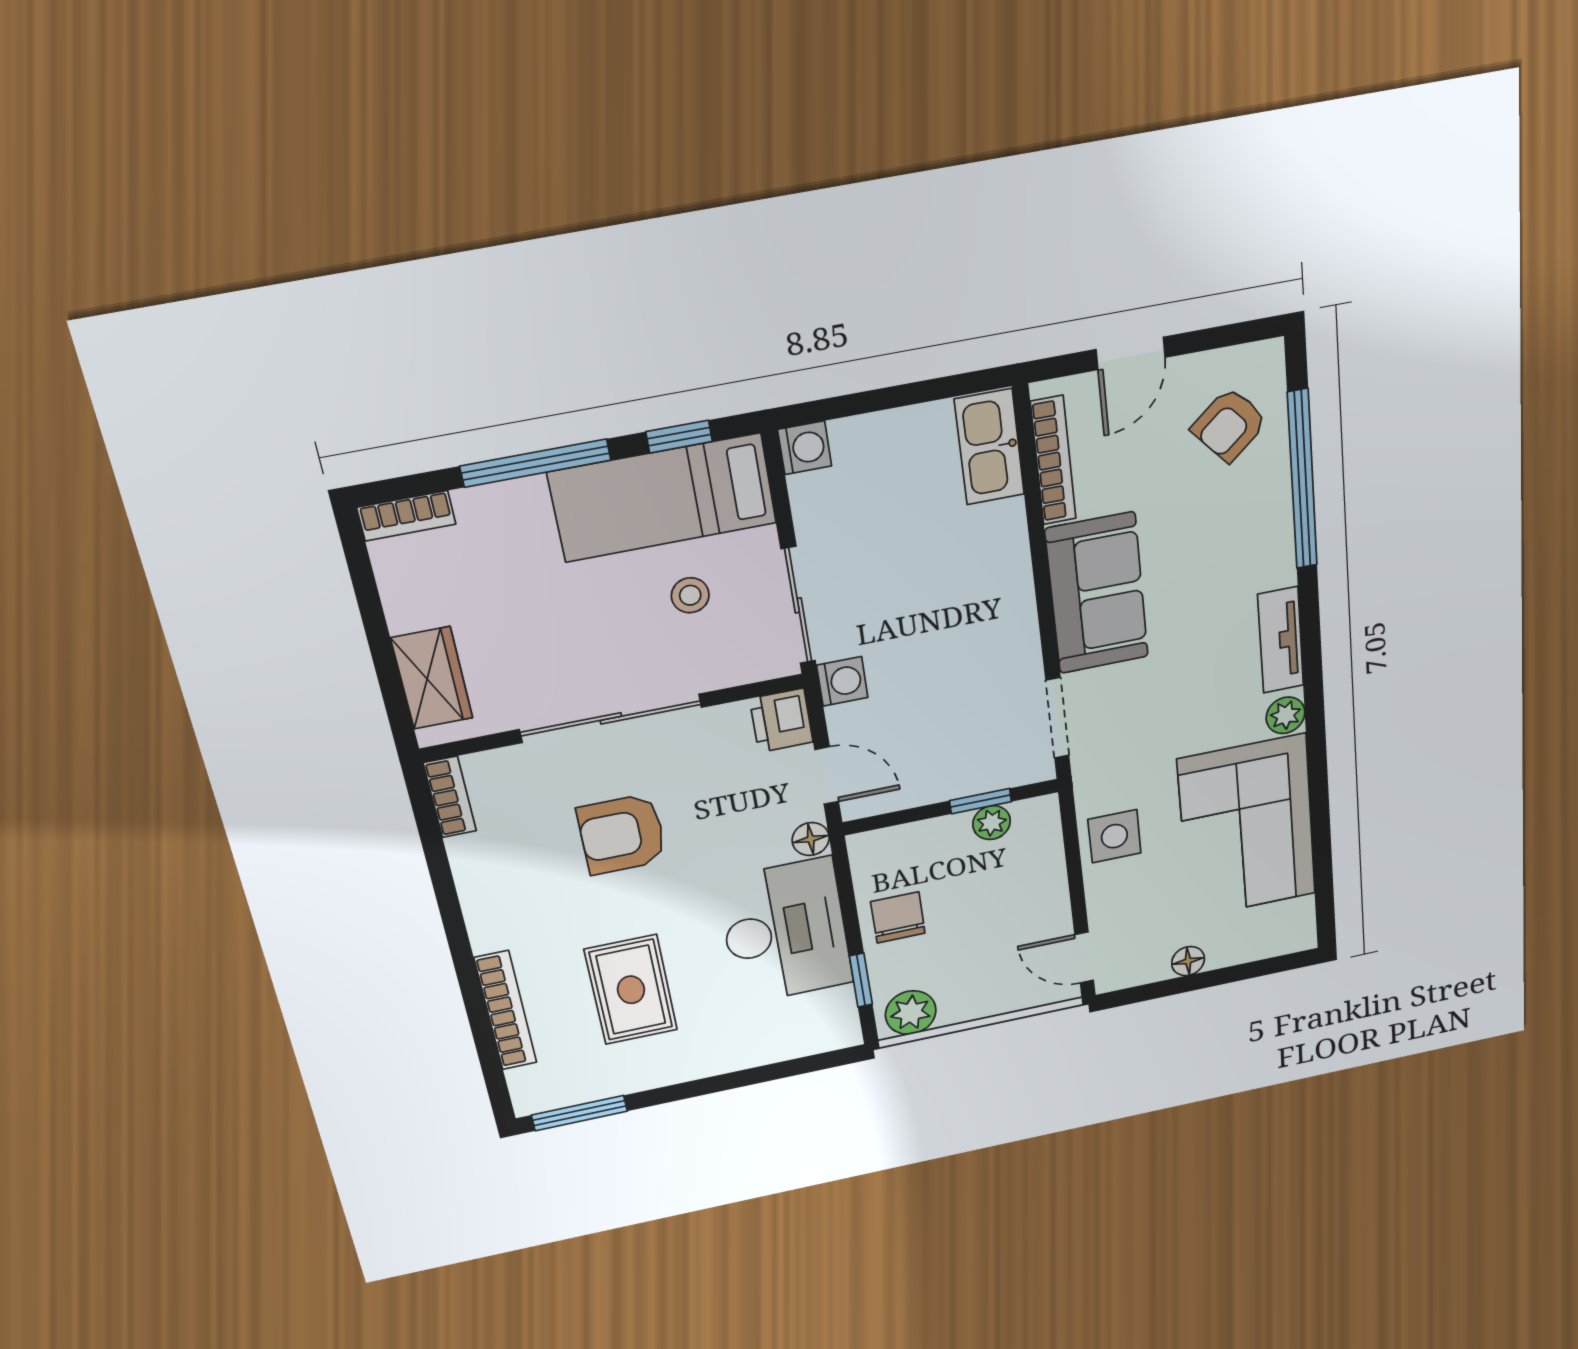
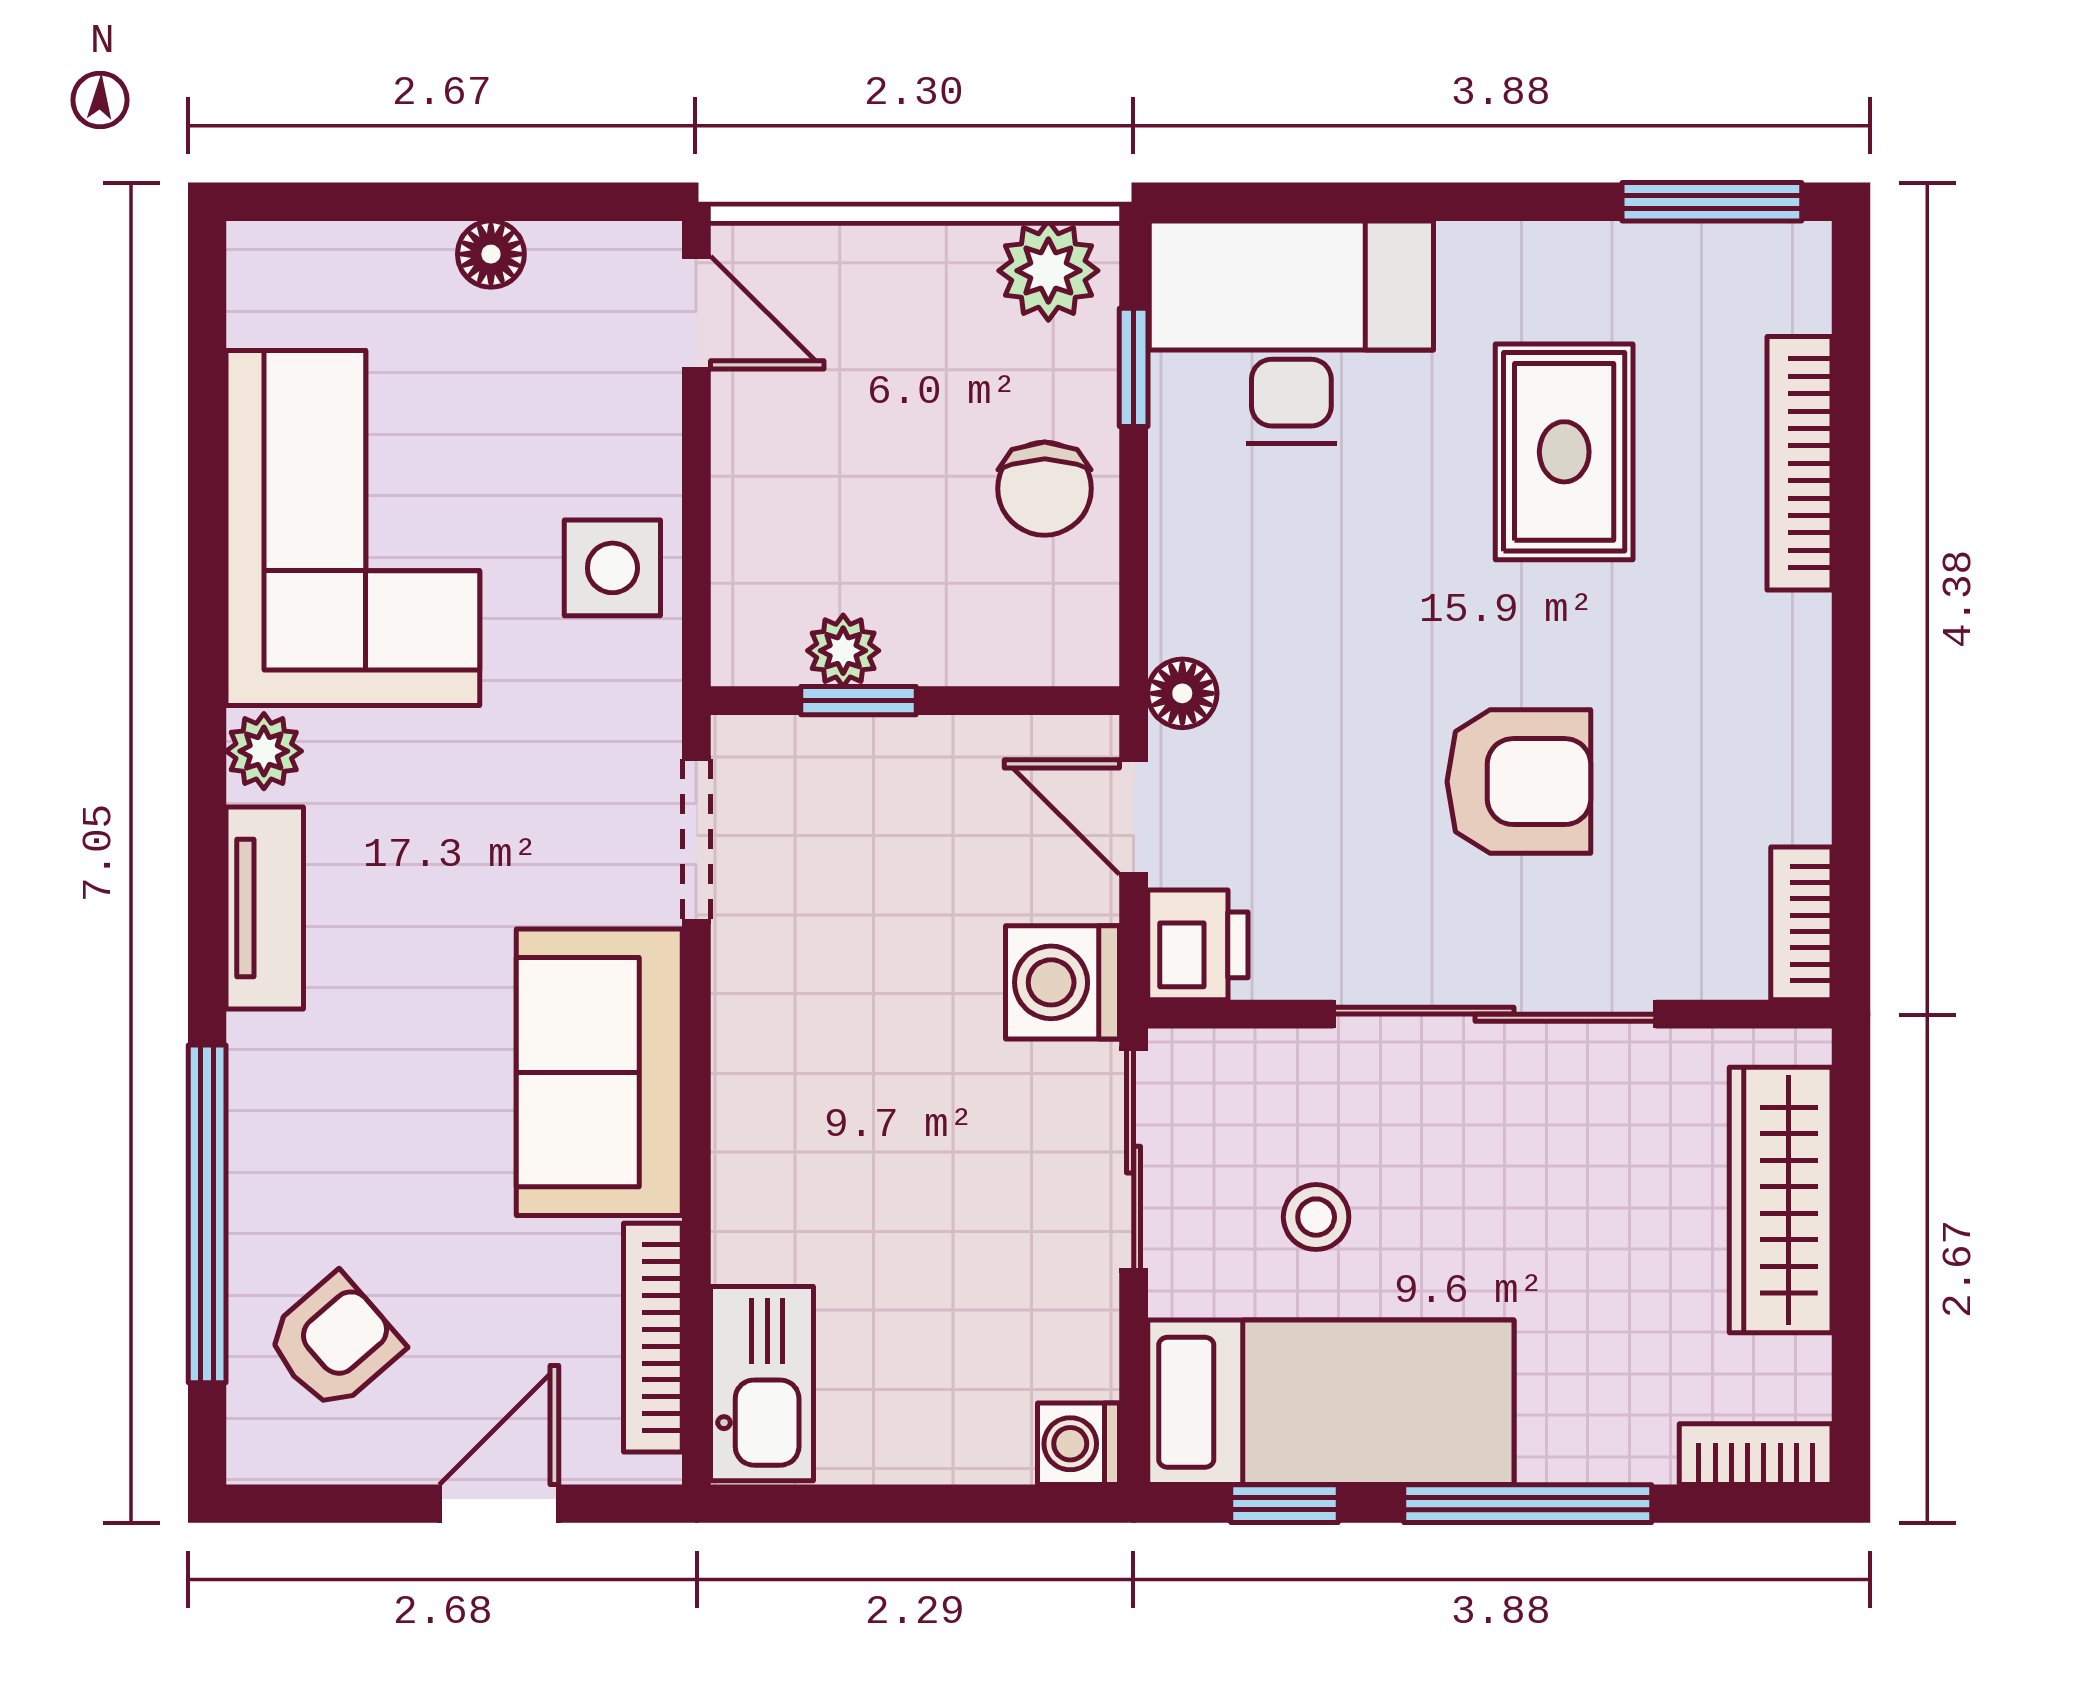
wardrobe: (432, 678) -> (1781, 1200), width x1.50
washing machine: (842, 681) -> (1062, 982), width x1.38, depth x1.38
desk: (785, 931) -> (1291, 332), moved, turned 90

